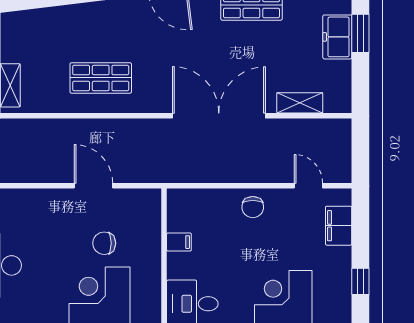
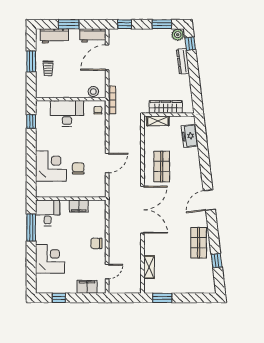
window: (360, 33) -> (162, 298), moved
freezer: (337, 37) -> (190, 136), moved, turned -97
double door: (219, 116) -> (143, 210), moved
filing cabinet: (179, 242) -> (79, 206), width x2.00

